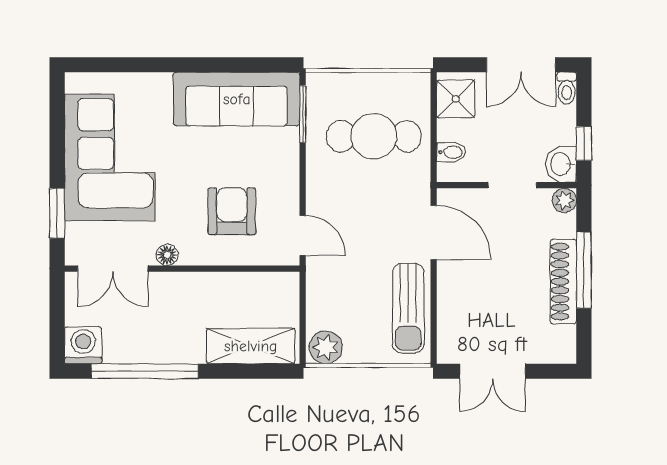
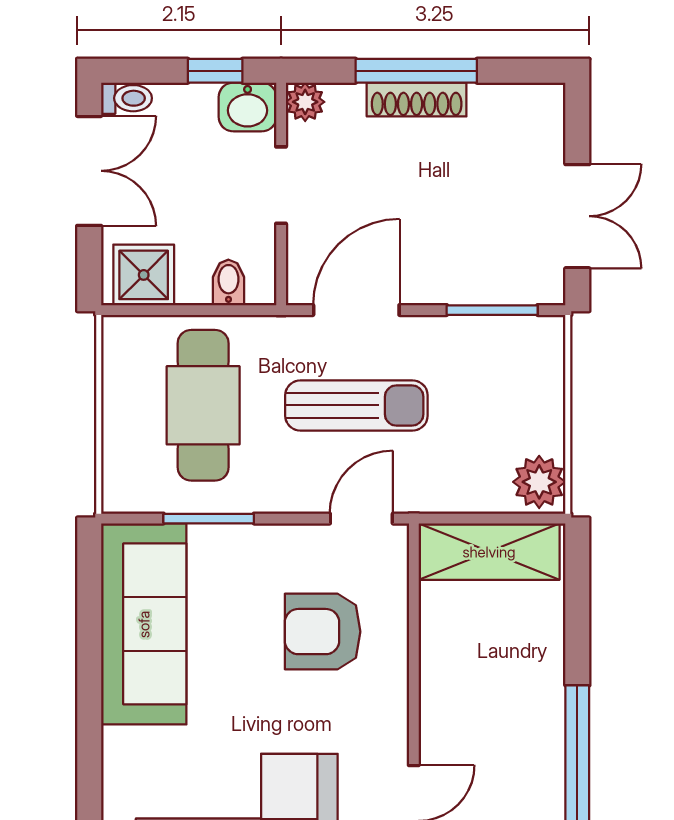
window: (303, 114) -> (209, 519), moved
floor lamp: (167, 255) -> (392, 734), removed
shoe rack: (563, 282) -> (417, 100), width x0.74, depth x0.81
sun lounger: (408, 308) -> (356, 405), moved
window: (434, 318) -> (492, 310), added
shelving: (251, 346) -> (489, 552), moved, turned 90

